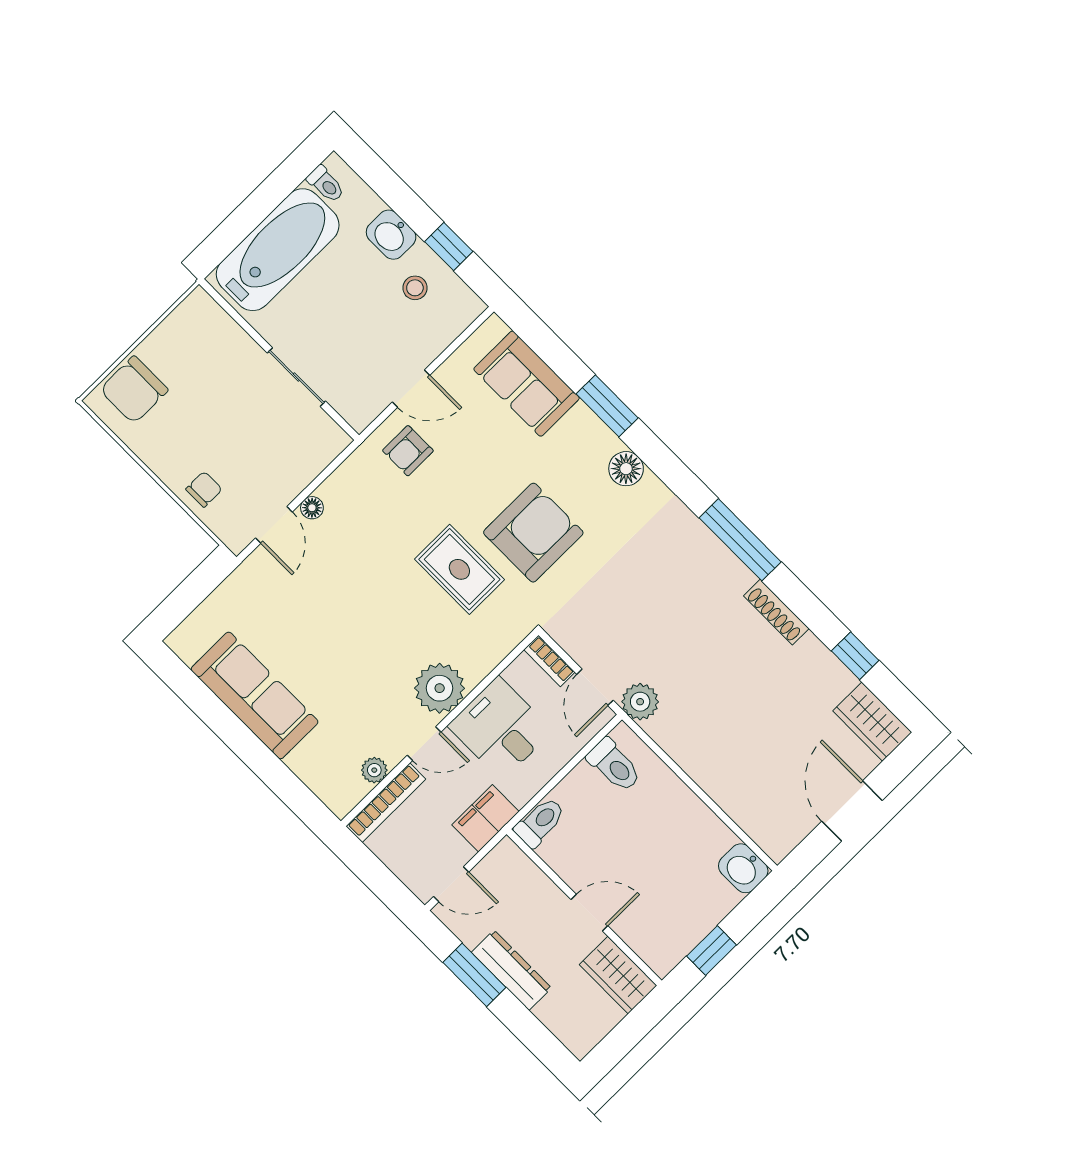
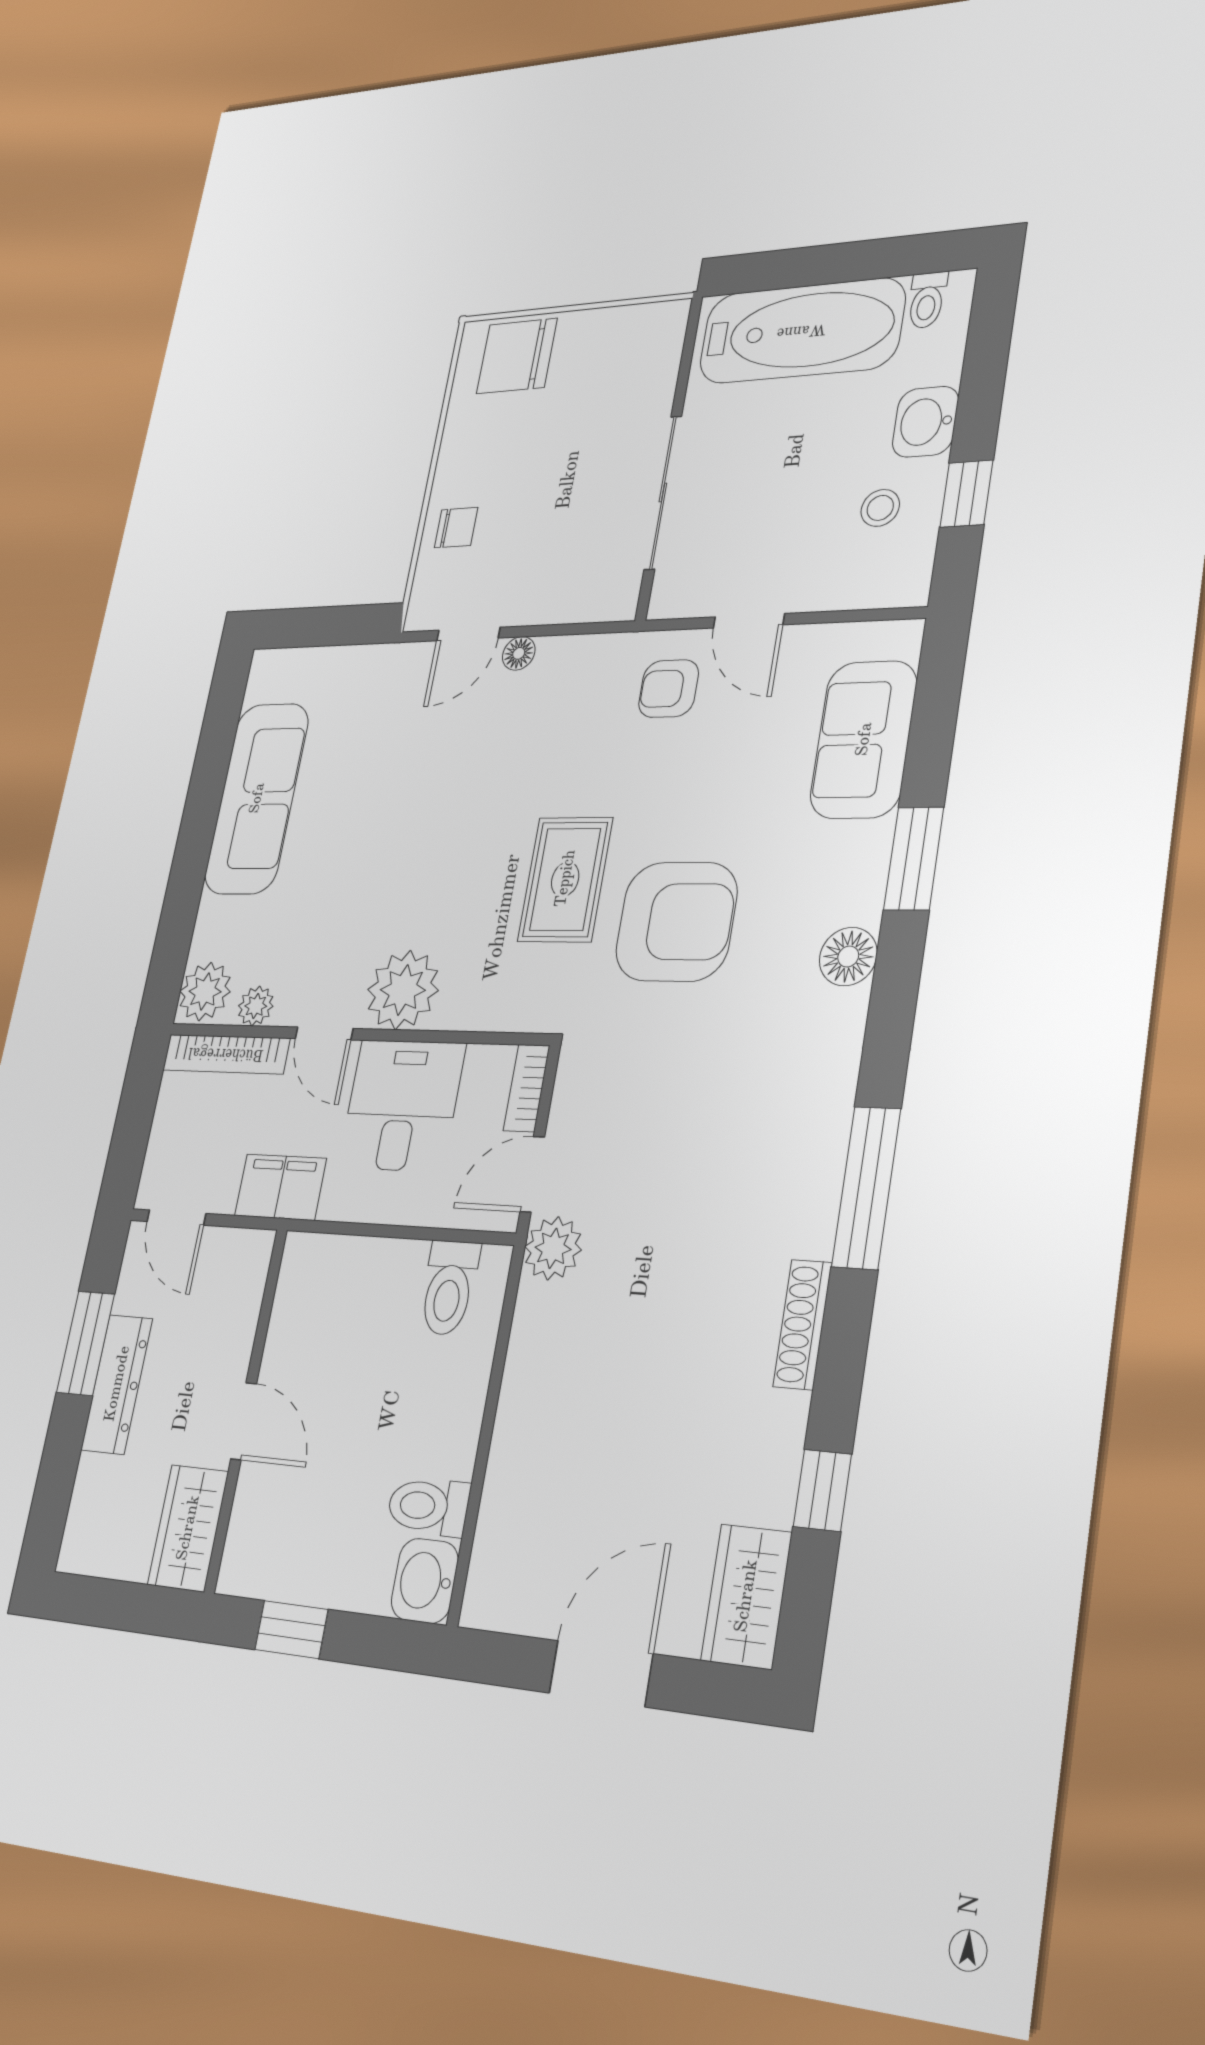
sliding door: (296, 377) -> (663, 492), width x1.37
plant: (339, 792) -> (205, 991), added
toilet: (540, 822) -> (428, 1506), moved, turned 180

